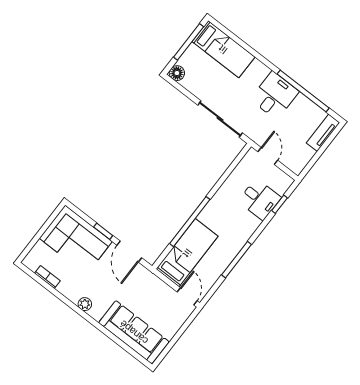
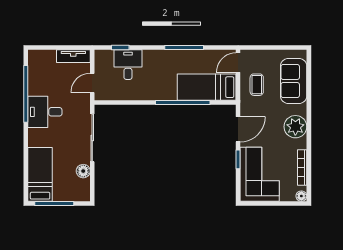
floor lamp: (177, 73) -> (83, 171), moved
tv unit: (323, 133) -> (73, 56), moved
floor lamp: (29, 261) -> (301, 196), added
bookcase: (47, 277) -> (302, 168), width x1.56
coffee table: (155, 298) -> (257, 85), added
plant: (85, 304) -> (295, 127), width x1.87, depth x1.87
sofa: (134, 332) -> (294, 81), width x0.73

